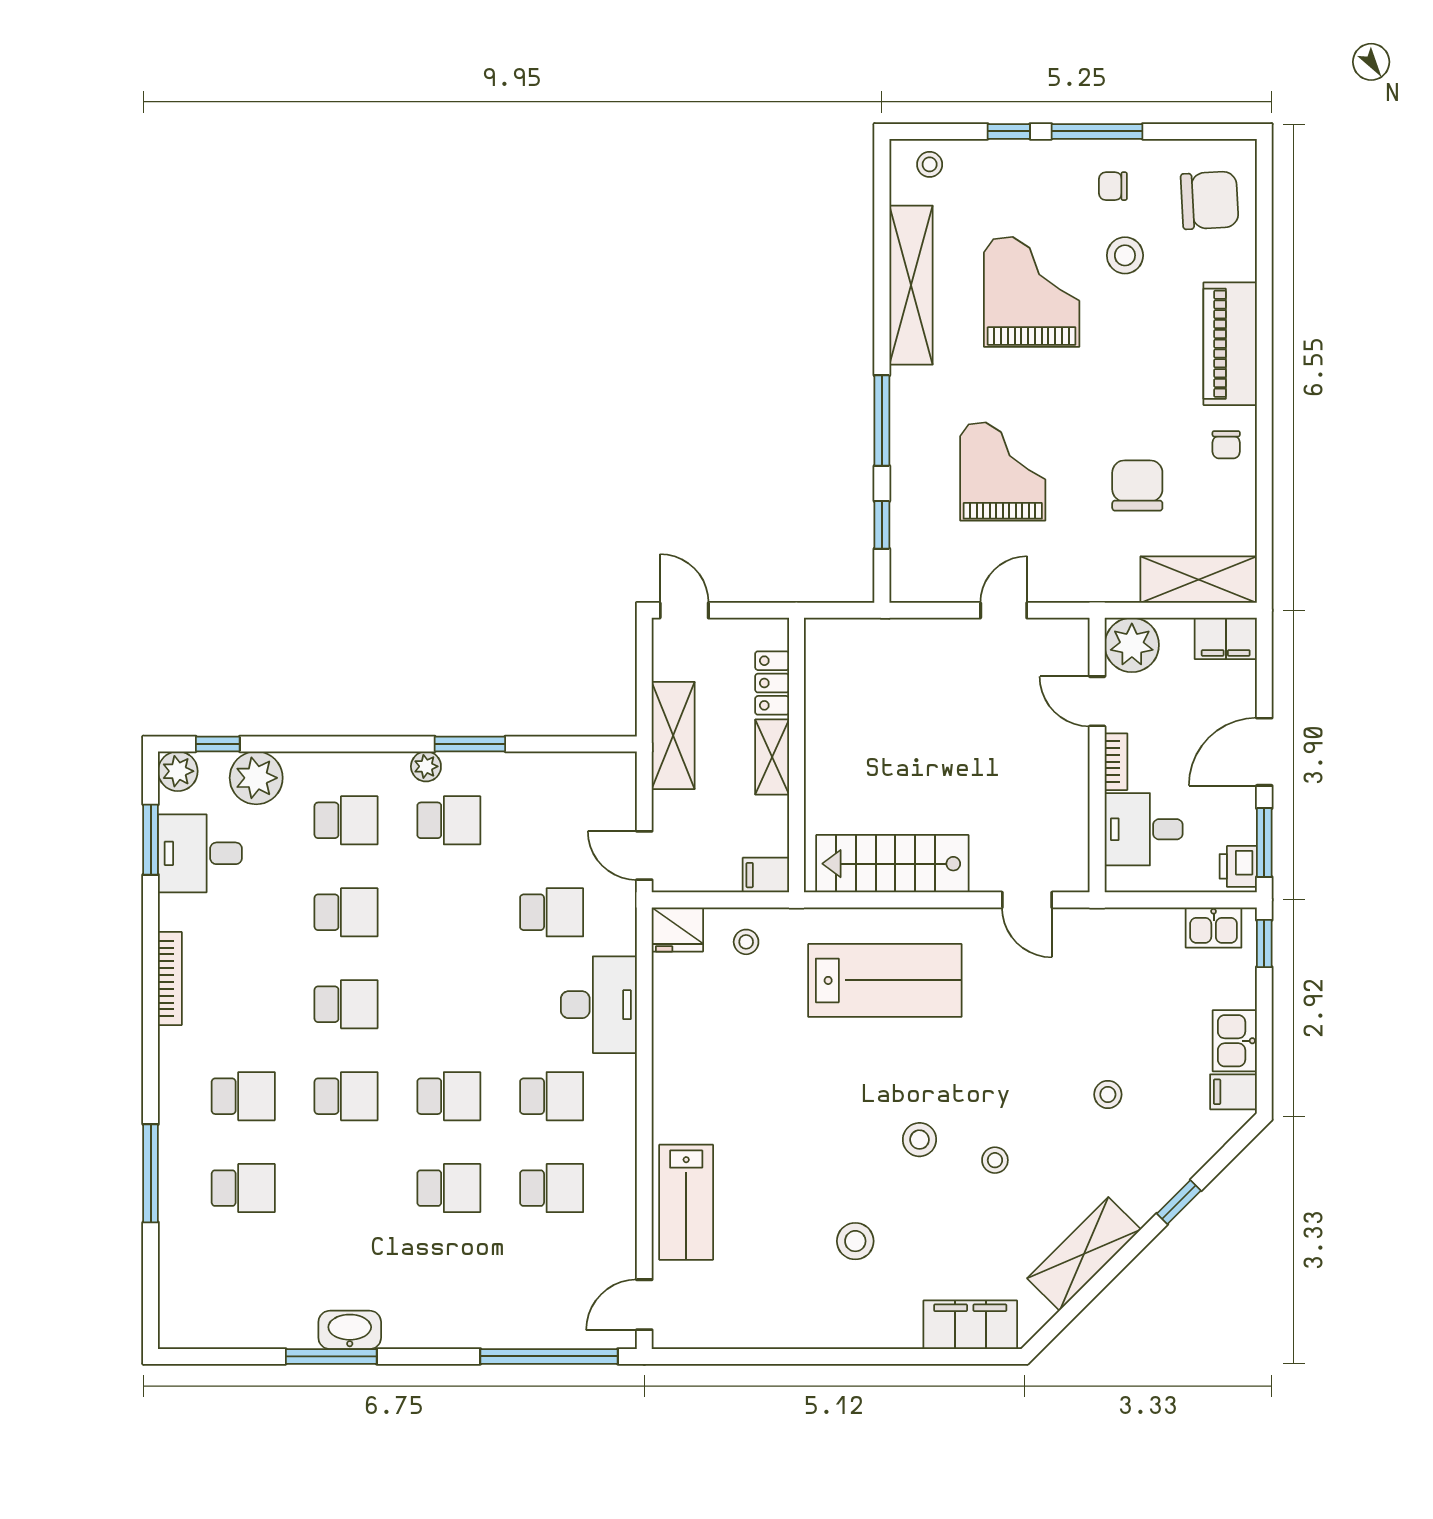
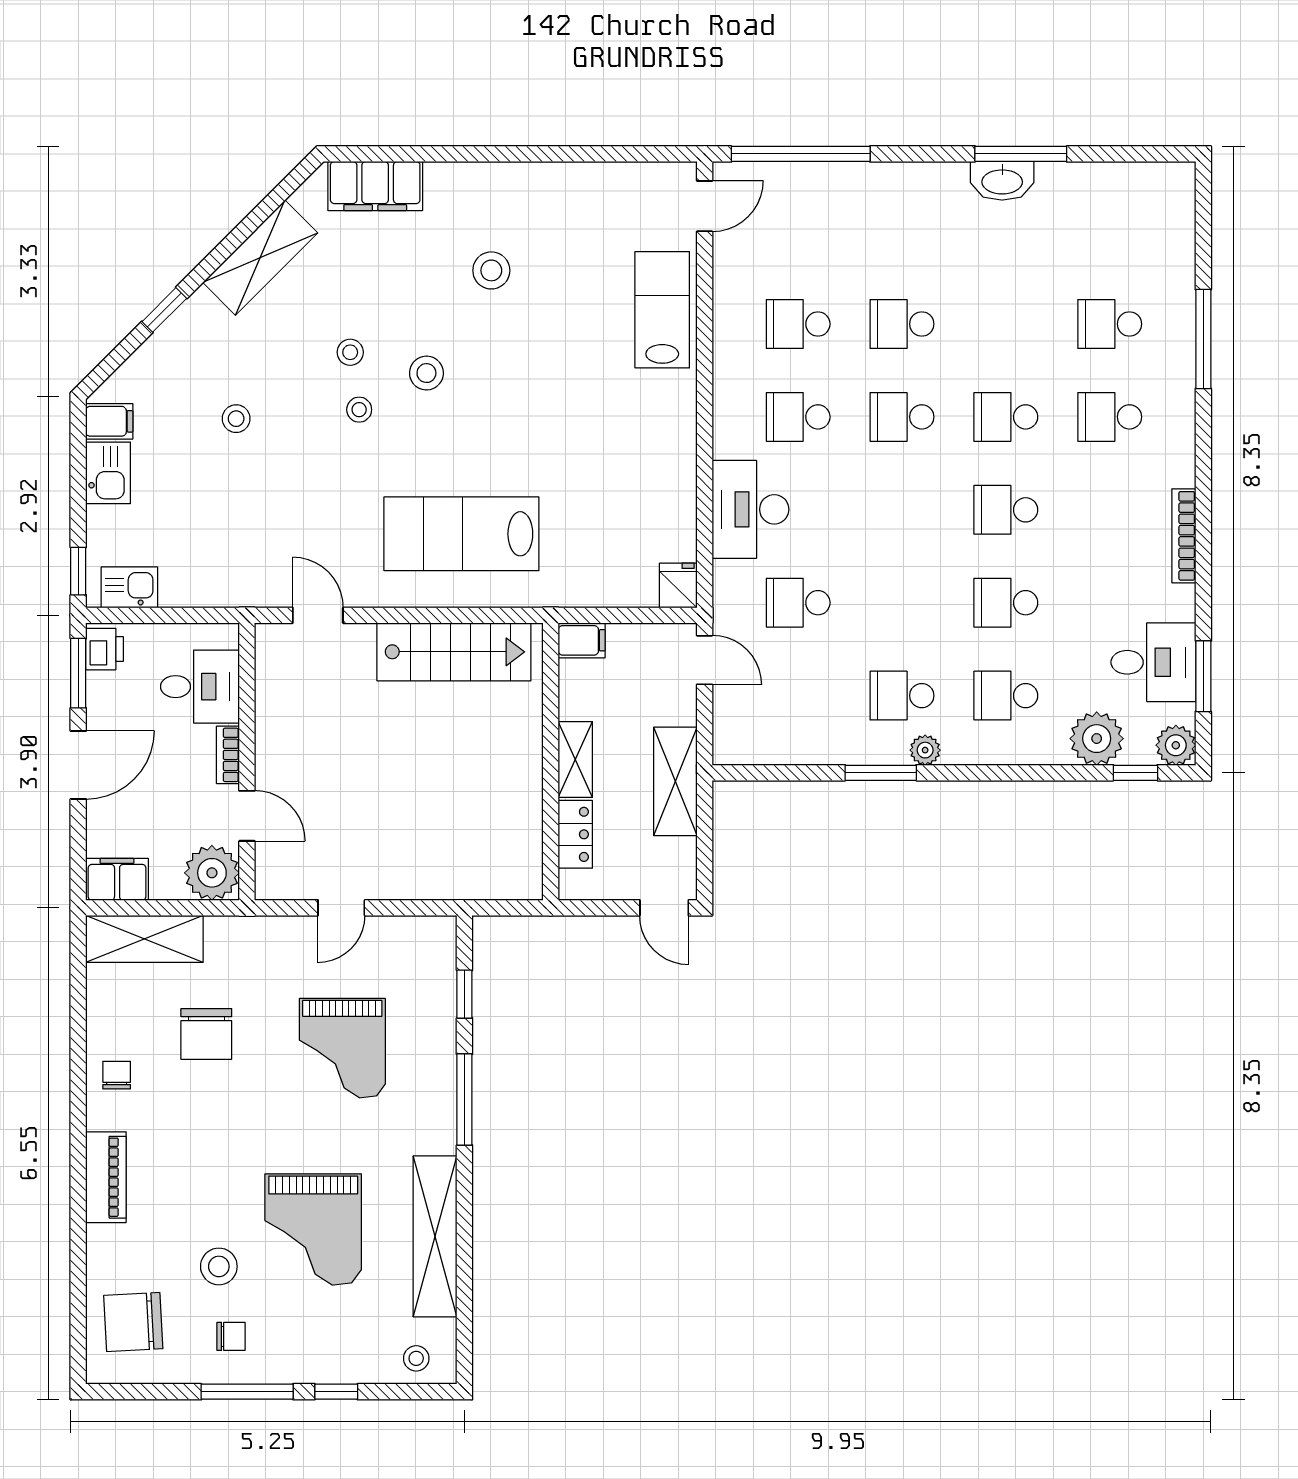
piano: (1230, 344) -> (106, 1177), width x0.73, depth x0.75
fridge: (677, 929) -> (678, 585), width x0.72
stool: (746, 942) -> (359, 410), moved

